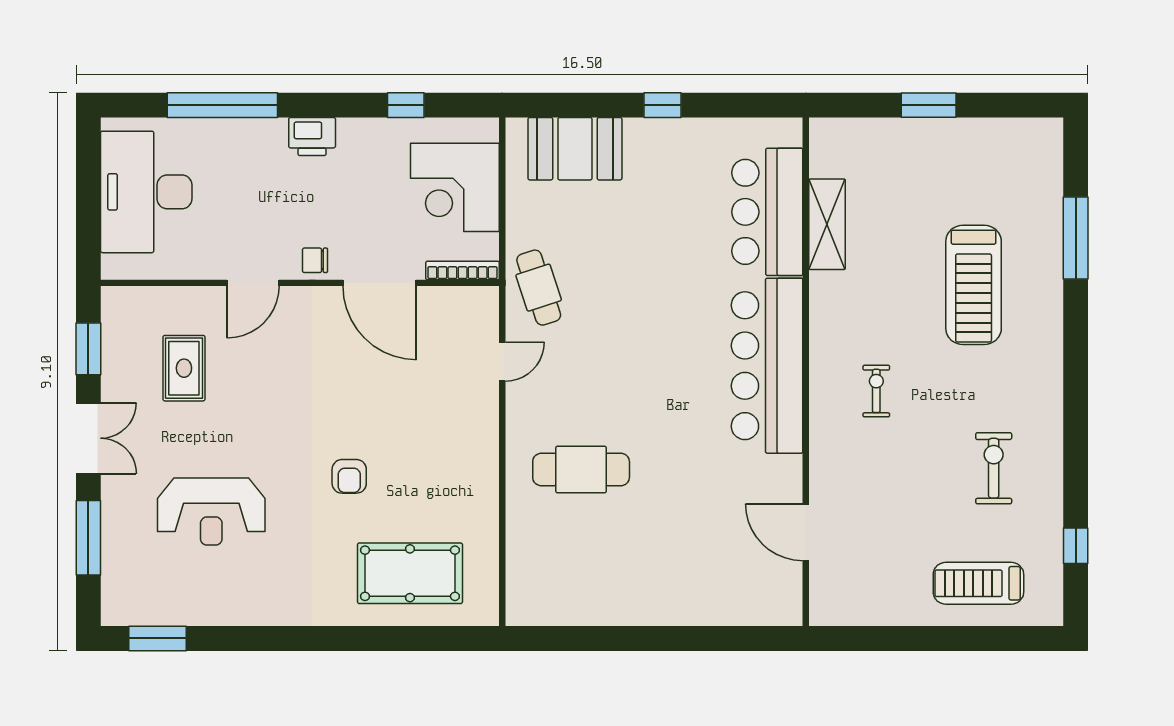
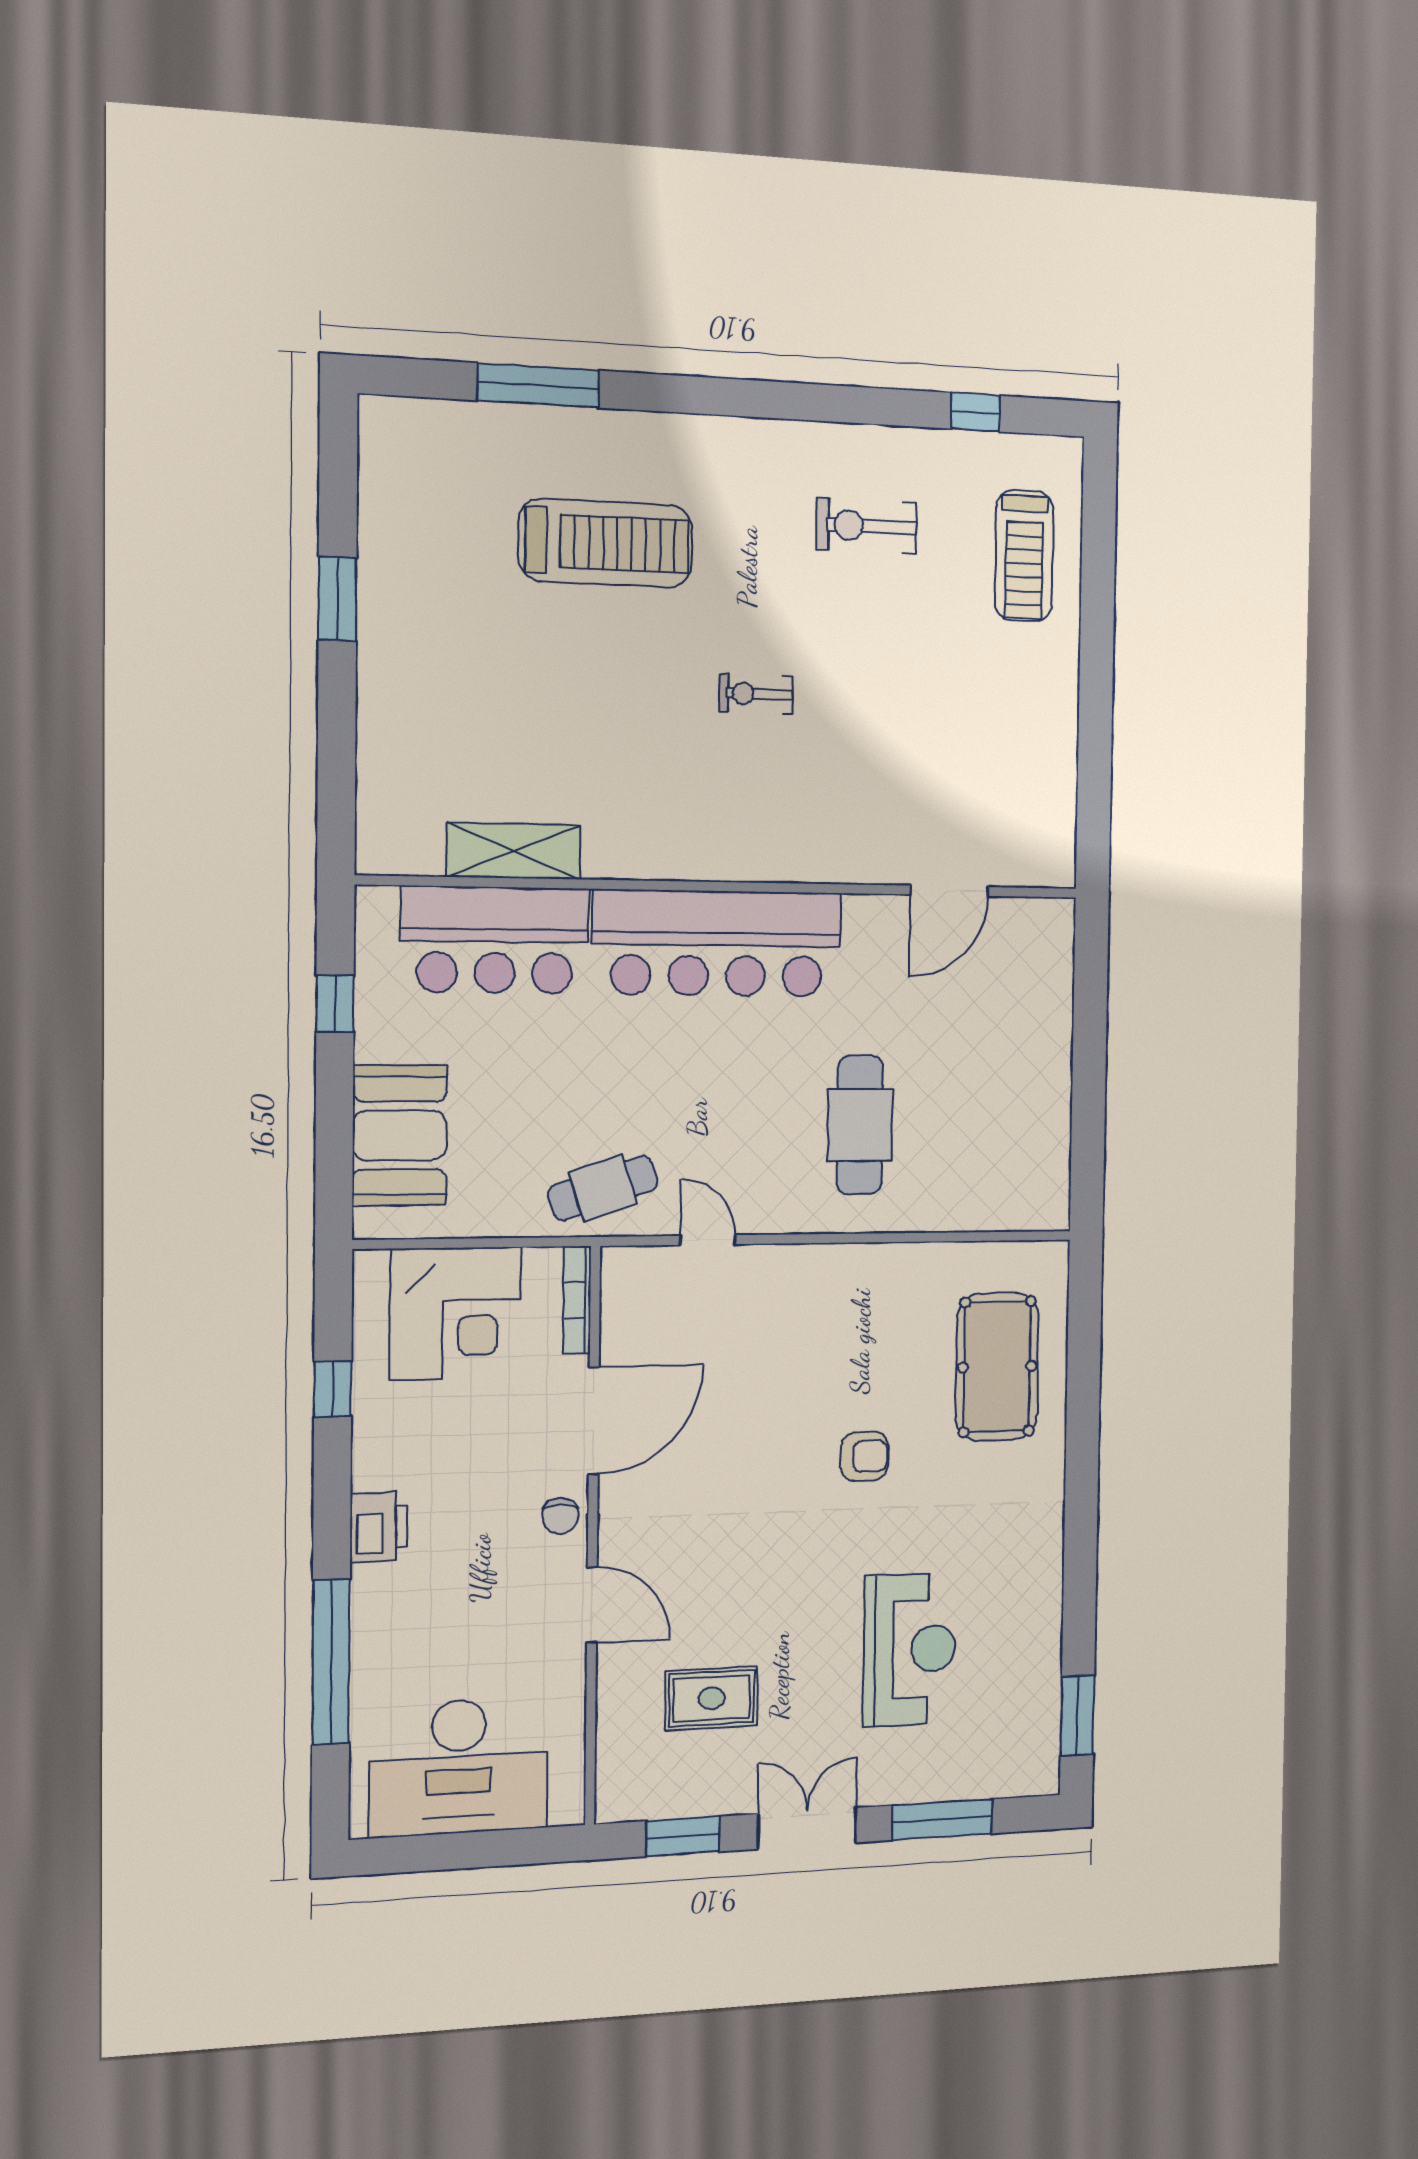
bar counter: (767, 212) -> (495, 940), moved
shelving: (827, 224) -> (514, 851), moved
bar counter: (767, 366) -> (717, 943), moved
wall: (806, 372) -> (727, 887), moved
door: (806, 532) -> (949, 891), moved

